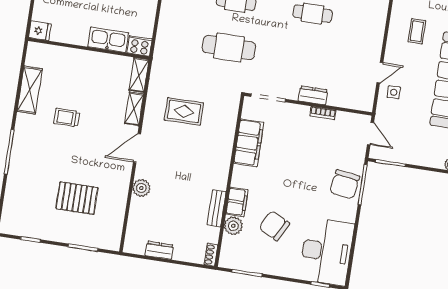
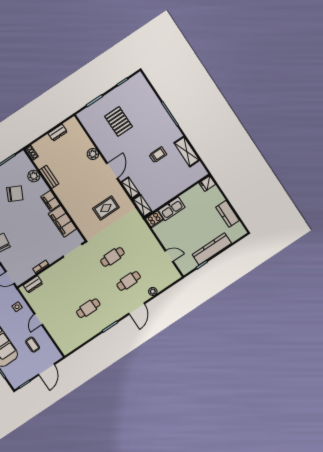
cafe table: (229, 47) -> (112, 257), width x0.73, depth x0.74
door: (380, 73) -> (38, 319), moved
dresser: (313, 95) -> (33, 284), moved
pallet: (77, 198) -> (118, 121), turned 90
filing cabinet: (237, 202) -> (50, 201), moved

